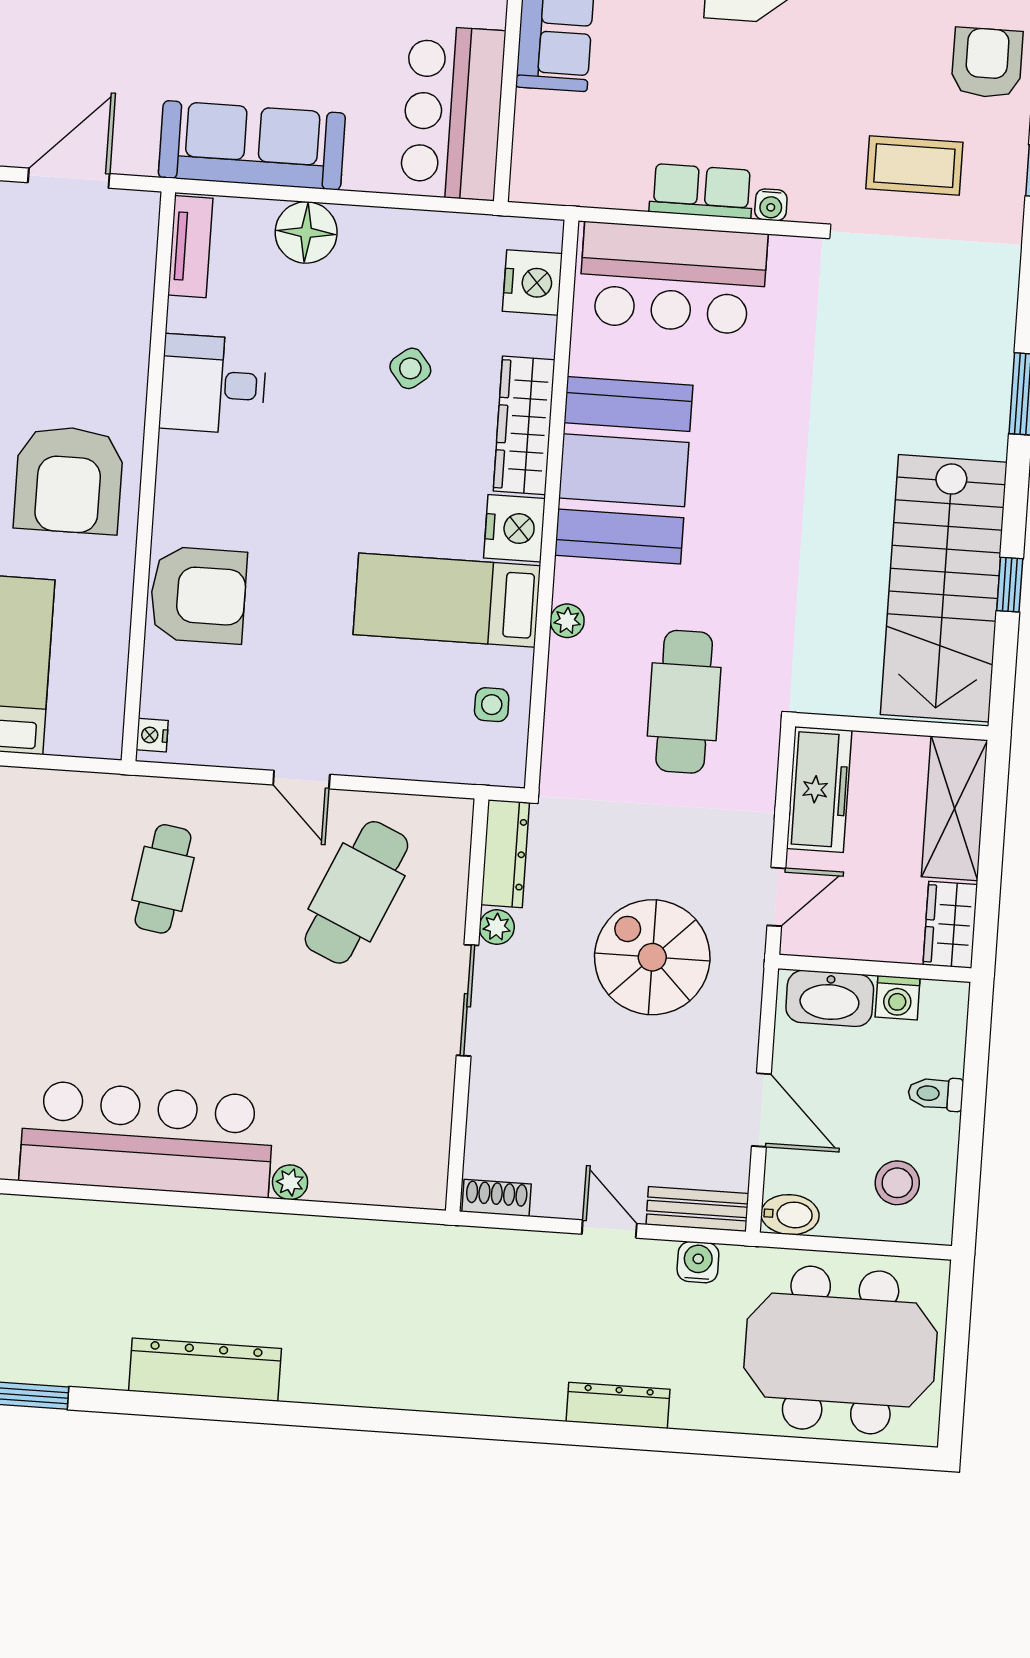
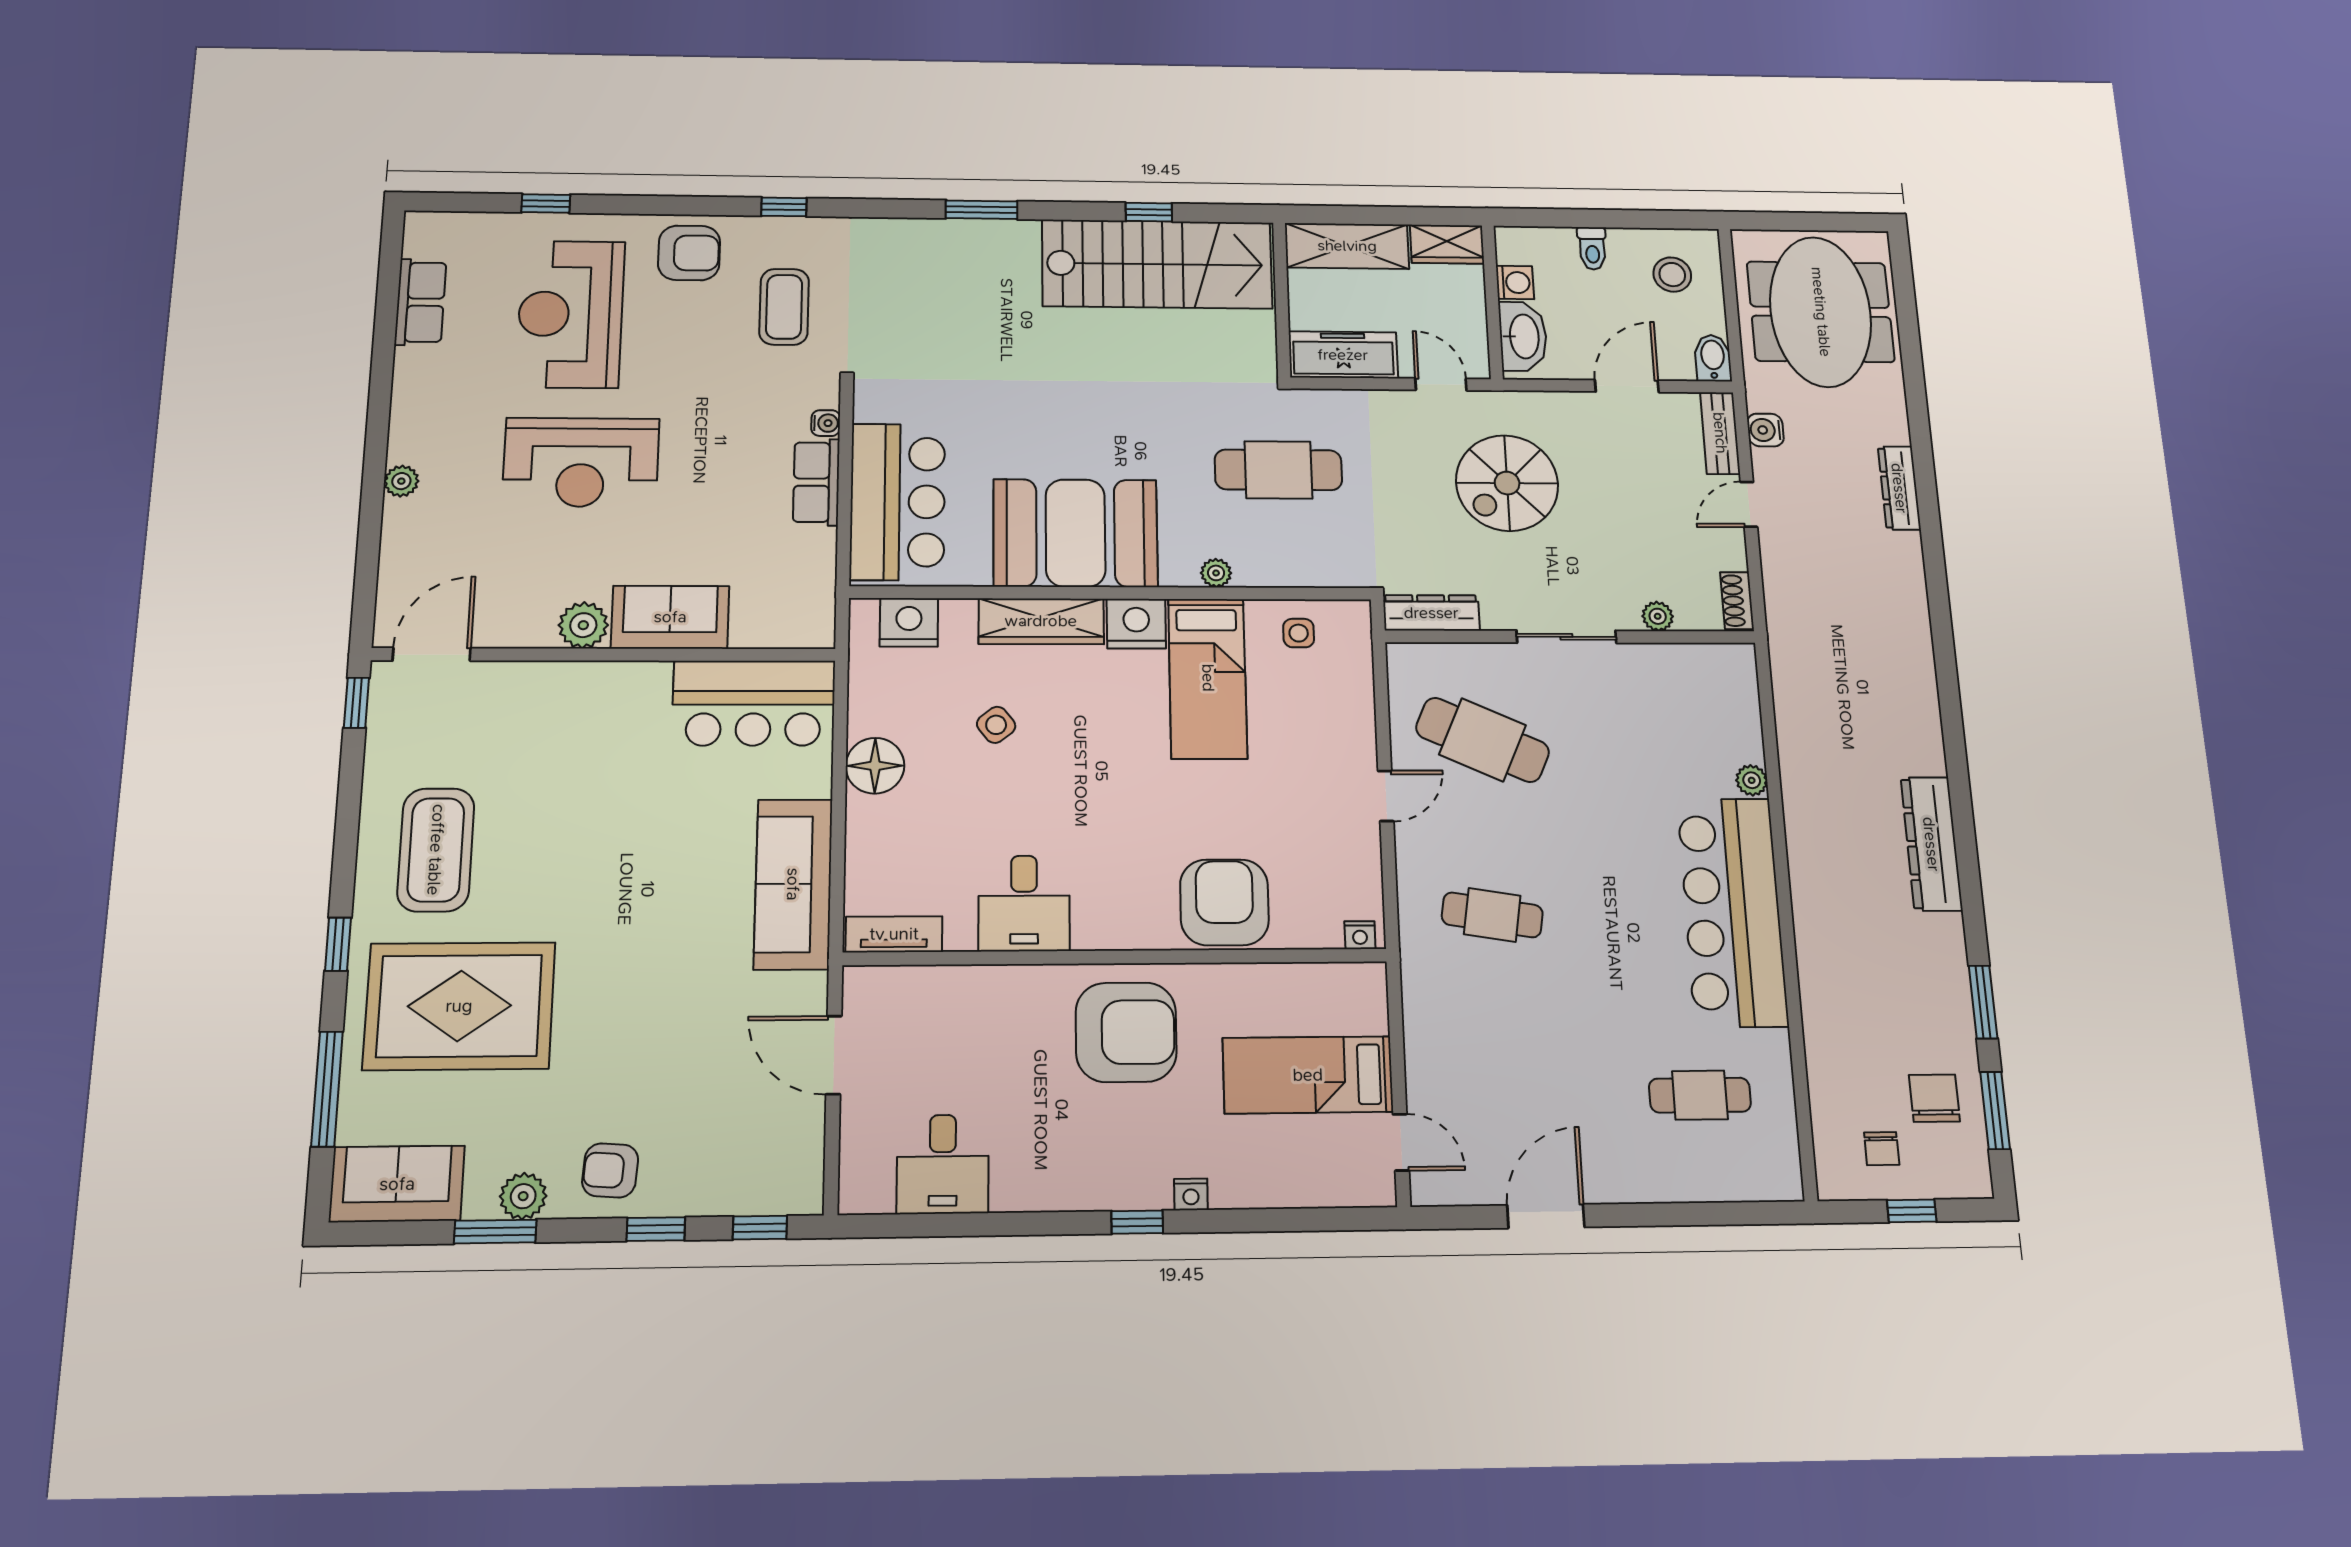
armchair: (987, 63) -> (689, 253), turned 180
floor lamp: (306, 232) -> (875, 766), moved
plant: (497, 927) -> (1658, 616), moved

